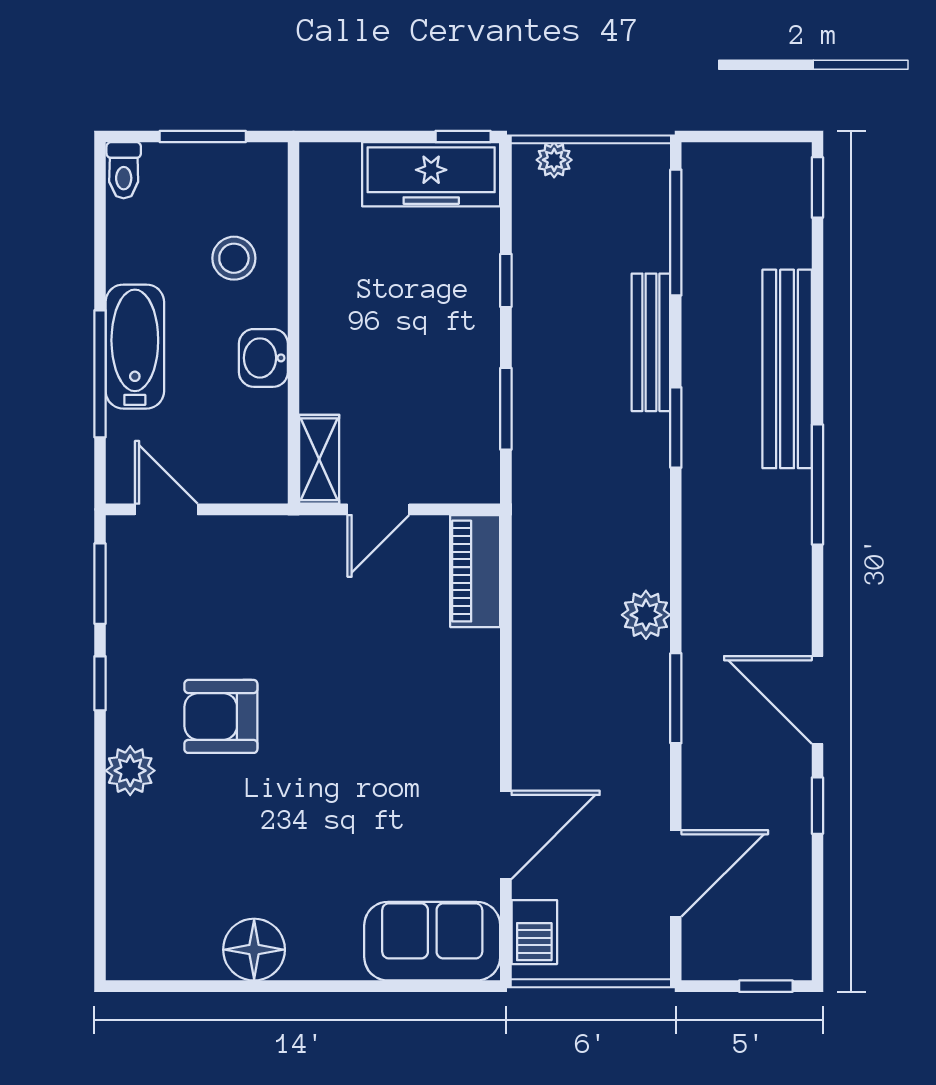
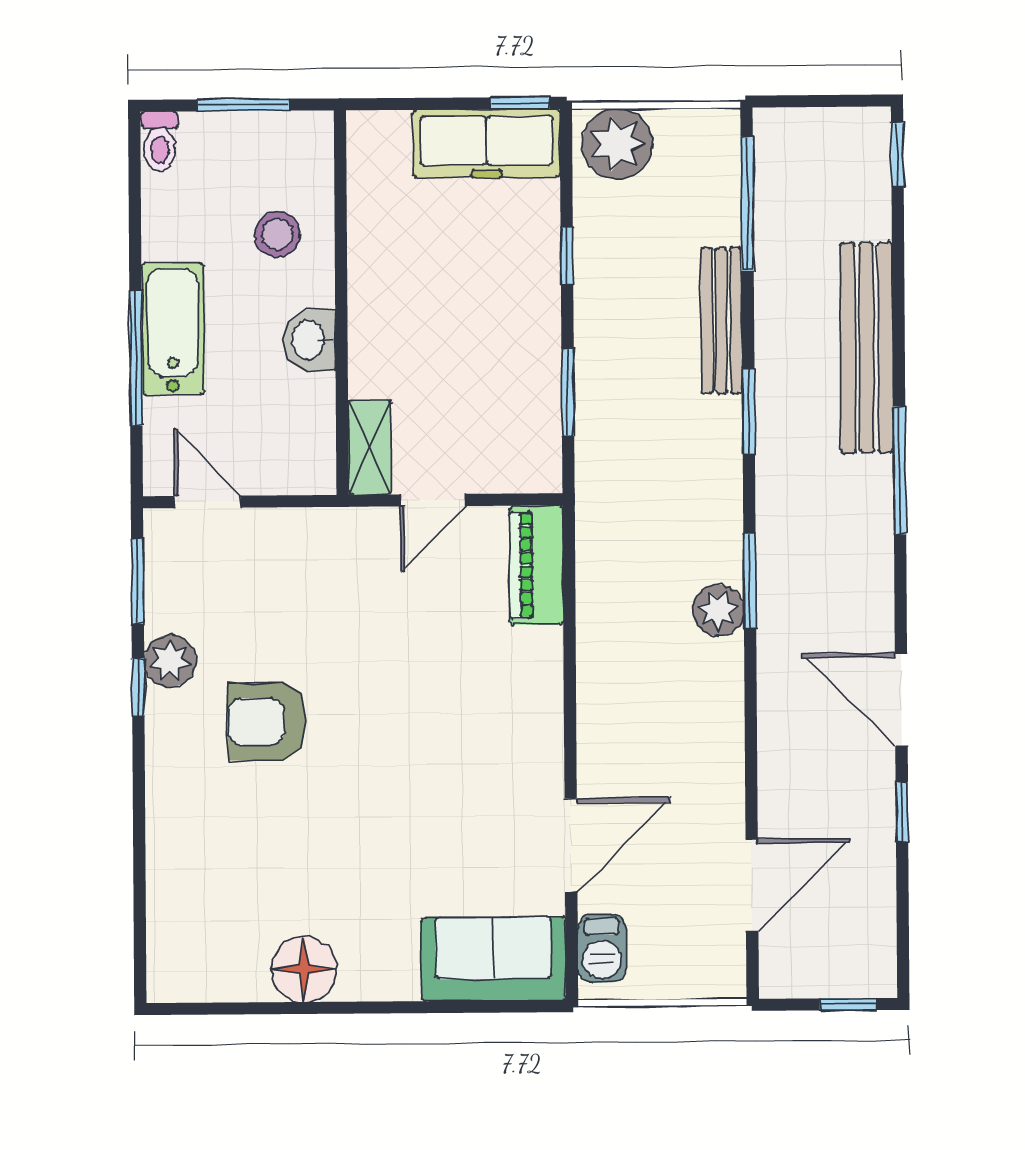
plant: (554, 160) -> (617, 144), width x1.87, depth x1.87
window: (676, 698) -> (750, 581), moved
plant: (130, 771) -> (170, 661), moved

